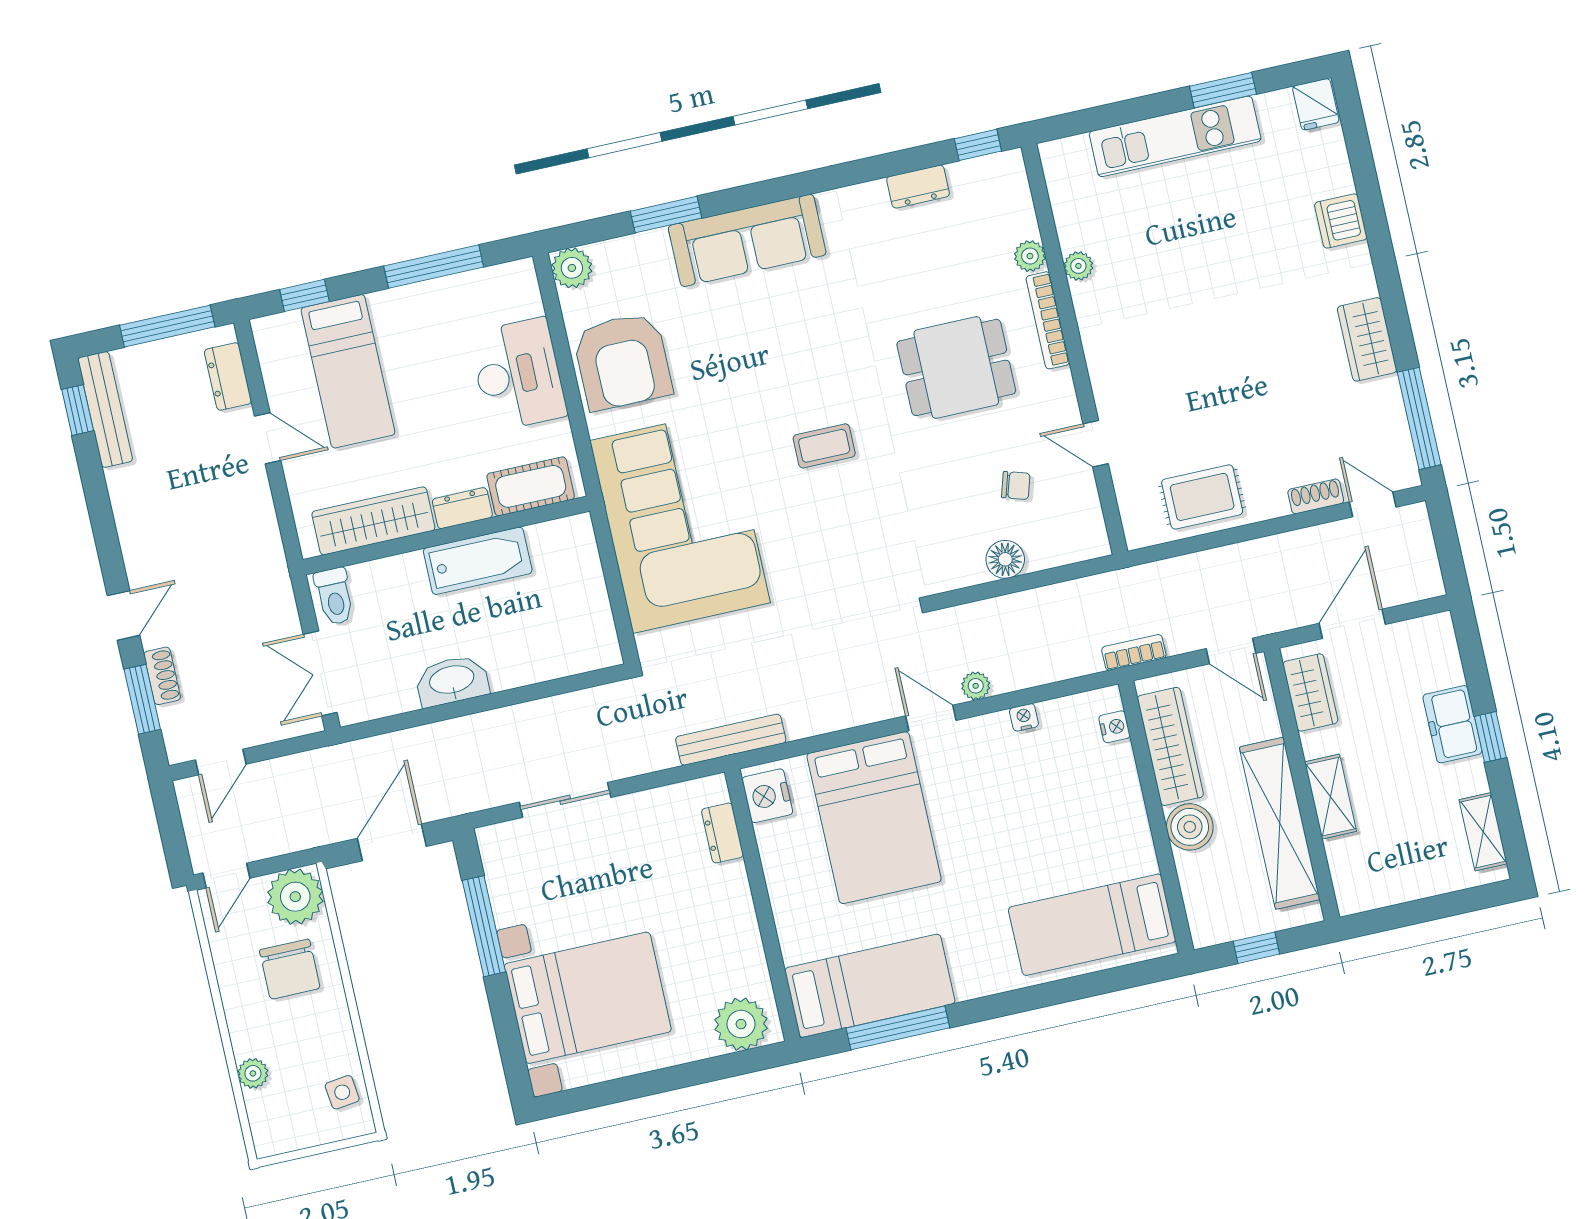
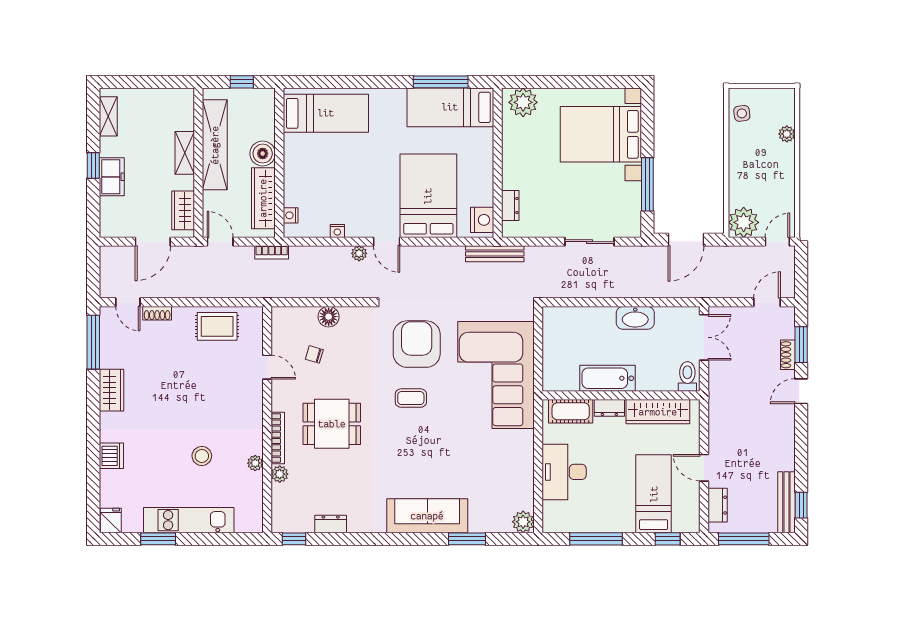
stool: (1177, 257) -> (202, 456), added
armchair: (623, 361) -> (417, 344), moved
chair: (290, 969) -> (755, 185), removed

